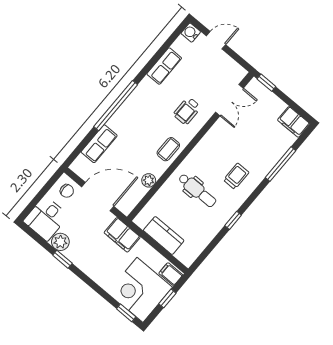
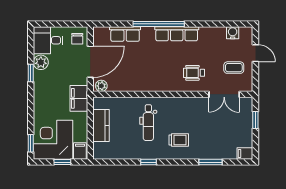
water cooler: (191, 33) -> (233, 33), moved
row of seats: (164, 66) -> (177, 34), moved, width x1.48
window: (266, 83) -> (255, 120), moved
filing cabinet: (294, 122) -> (245, 153), width x0.50
coffee table: (168, 149) -> (234, 68), moved
window: (280, 164) -> (211, 162), width x0.69
plant: (149, 180) -> (101, 86), moved
door: (98, 197) -> (90, 62), hinge flipped

